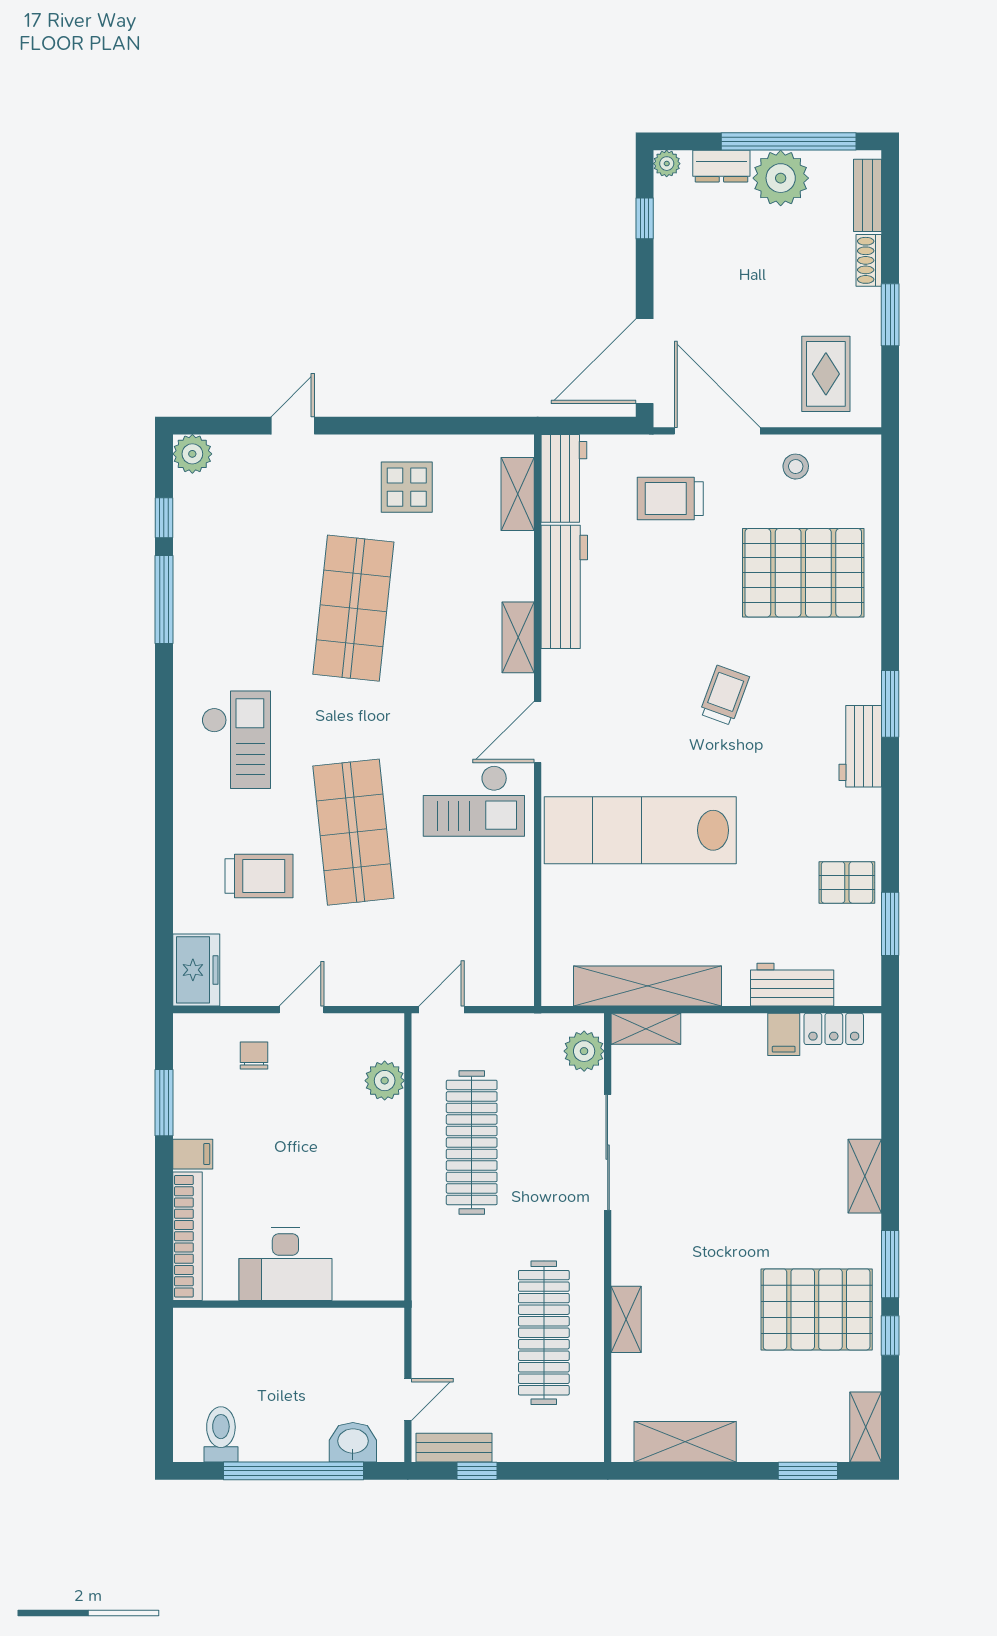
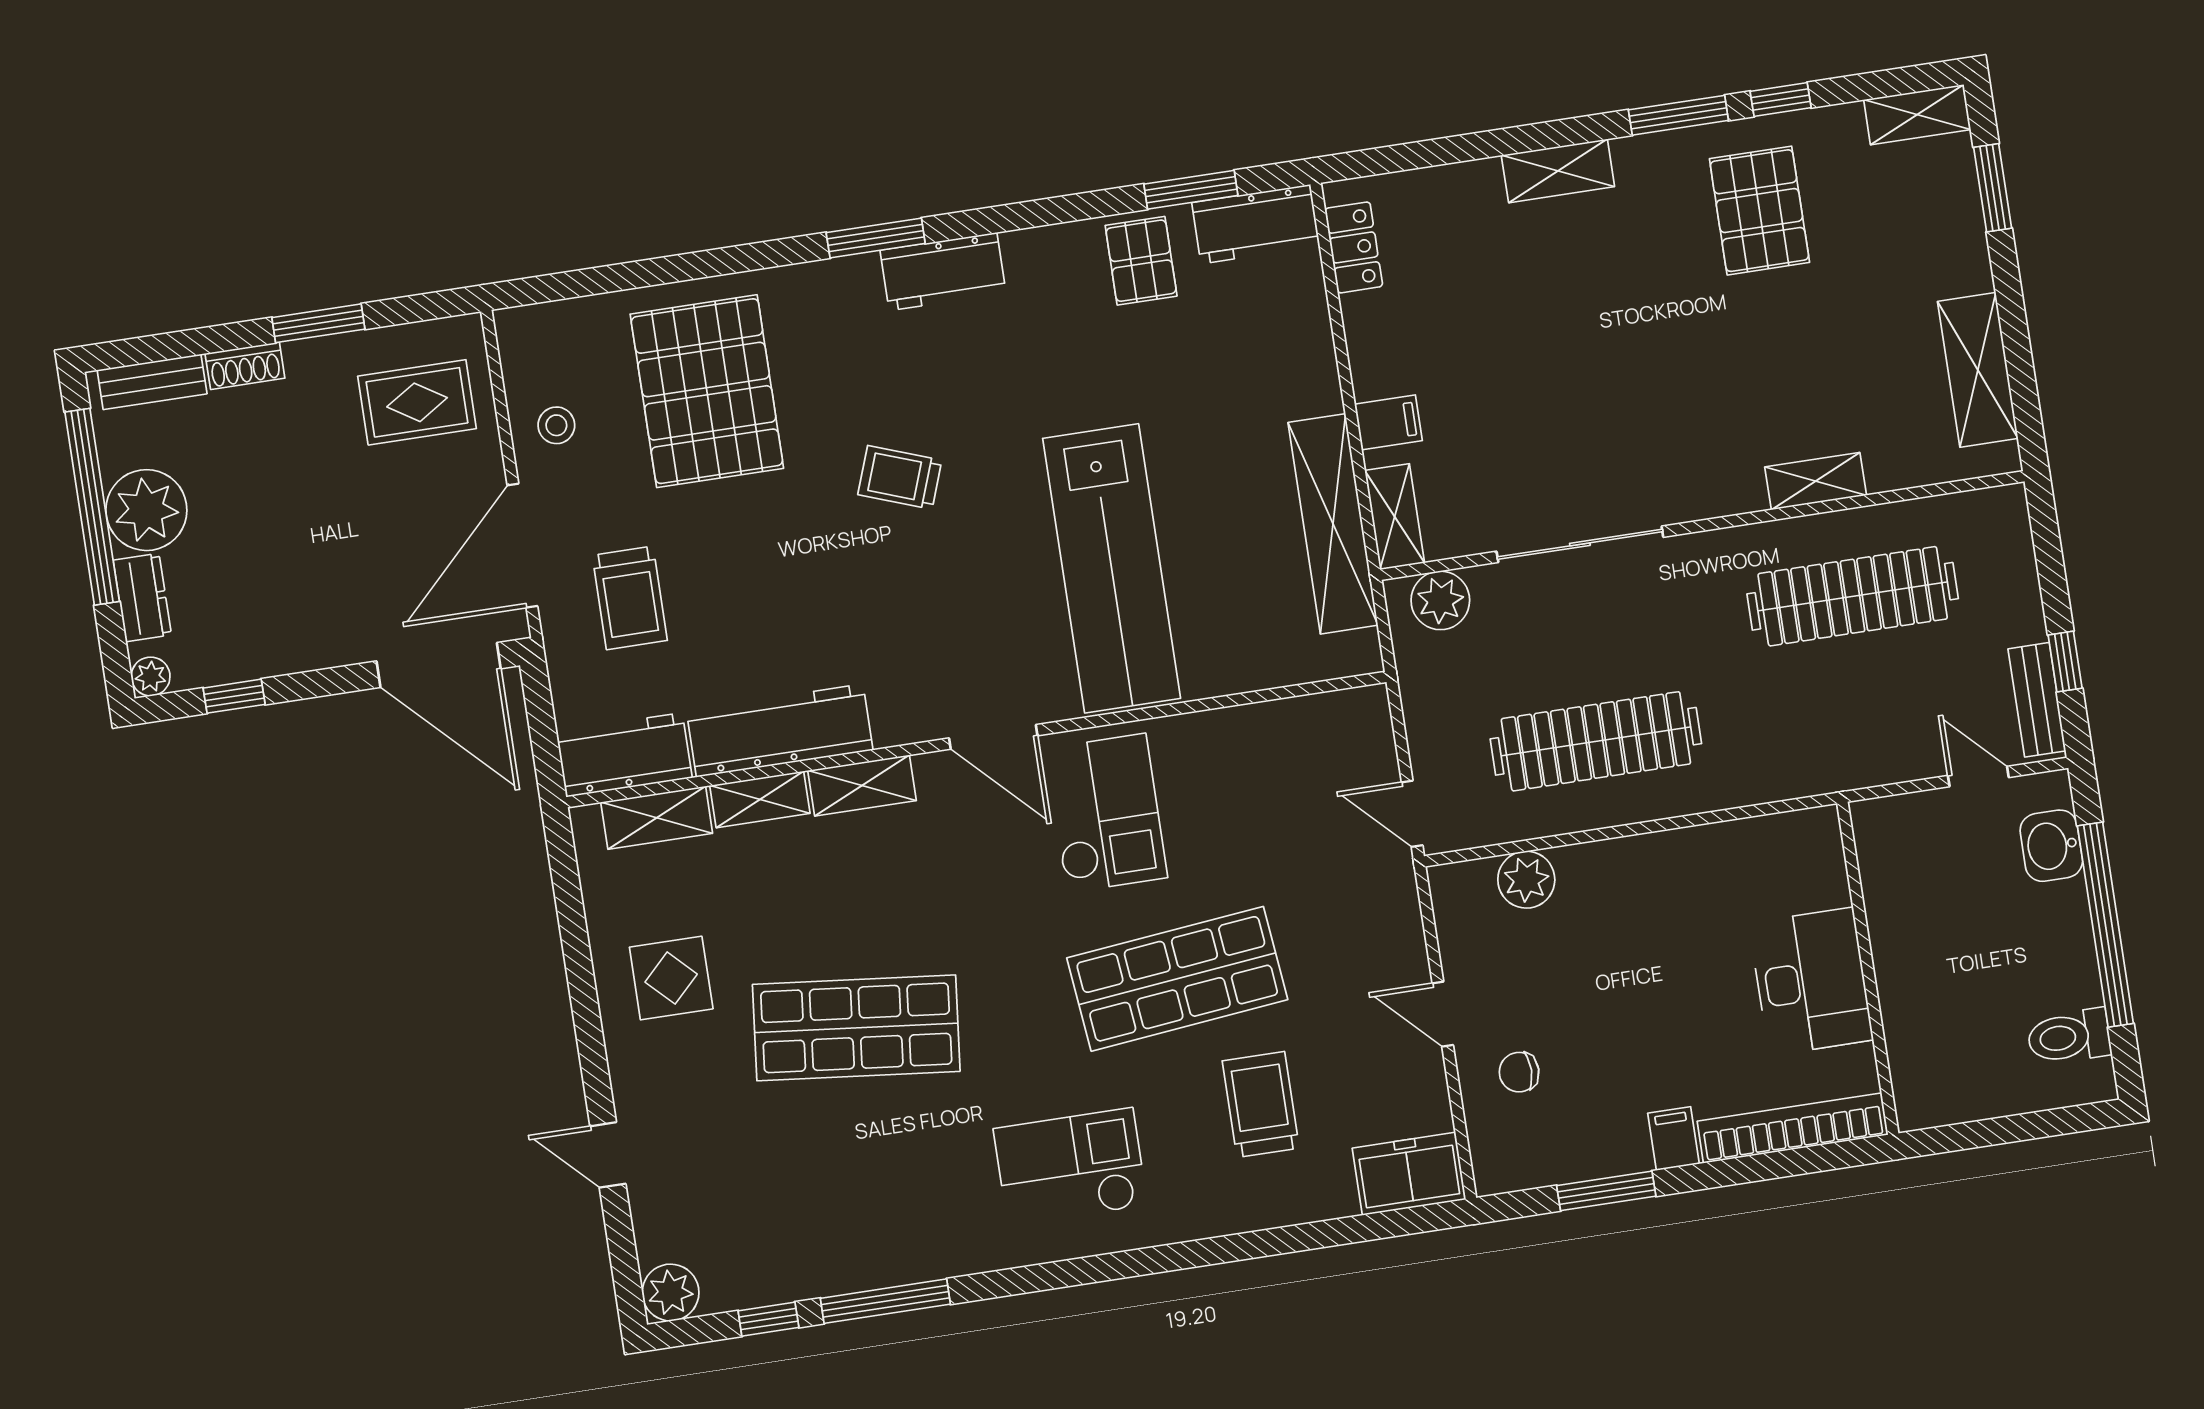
shelving: (519, 566) -> (760, 799), added
workbench: (792, 985) -> (1256, 224), moved, turned -90
filing cabinet: (784, 1034) -> (1388, 422), moved
pallet: (817, 1309) -> (1759, 211), width x0.73, depth x0.71

